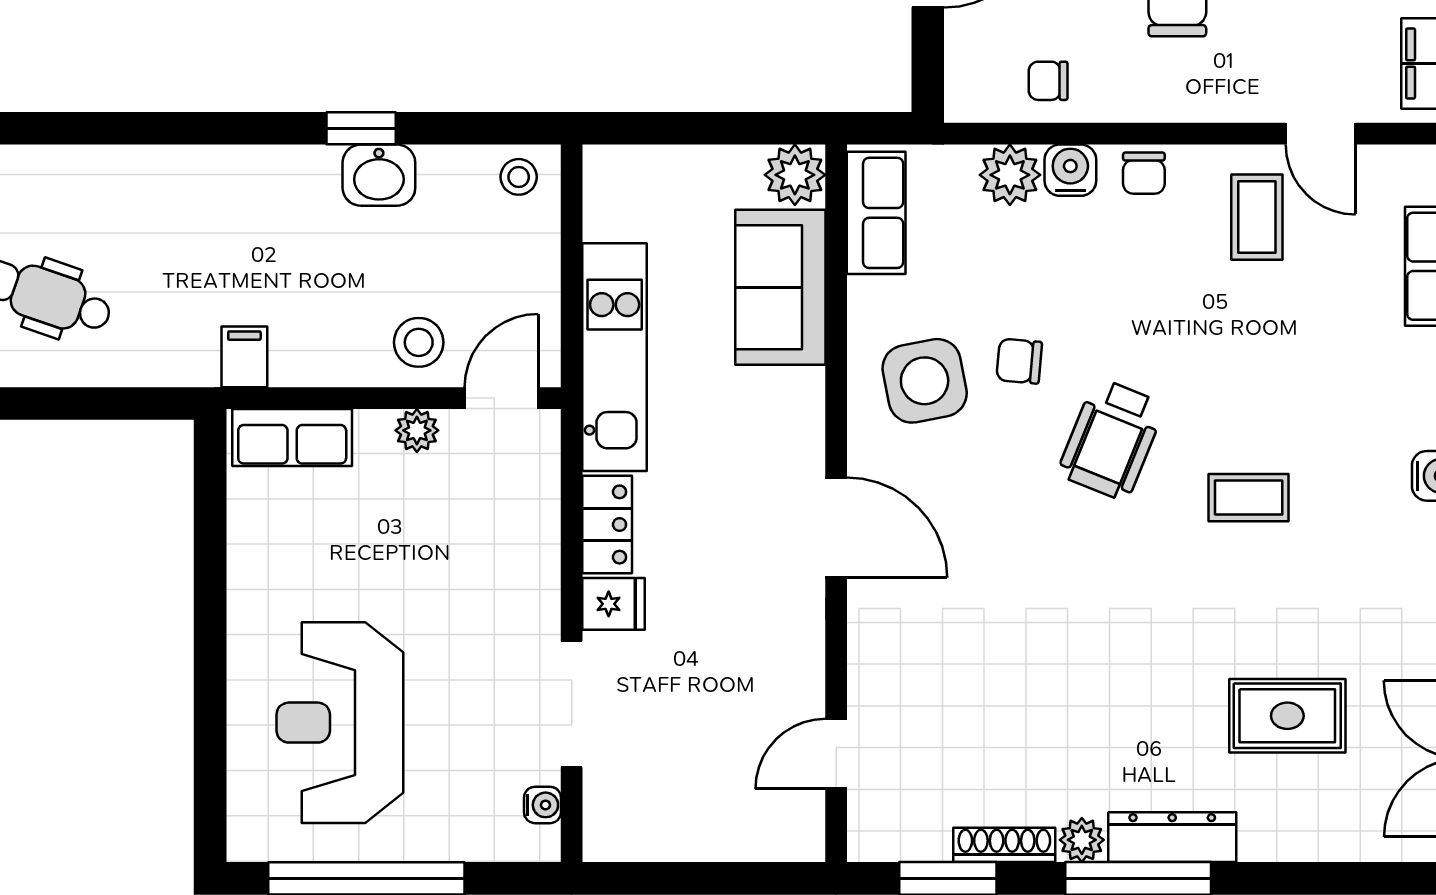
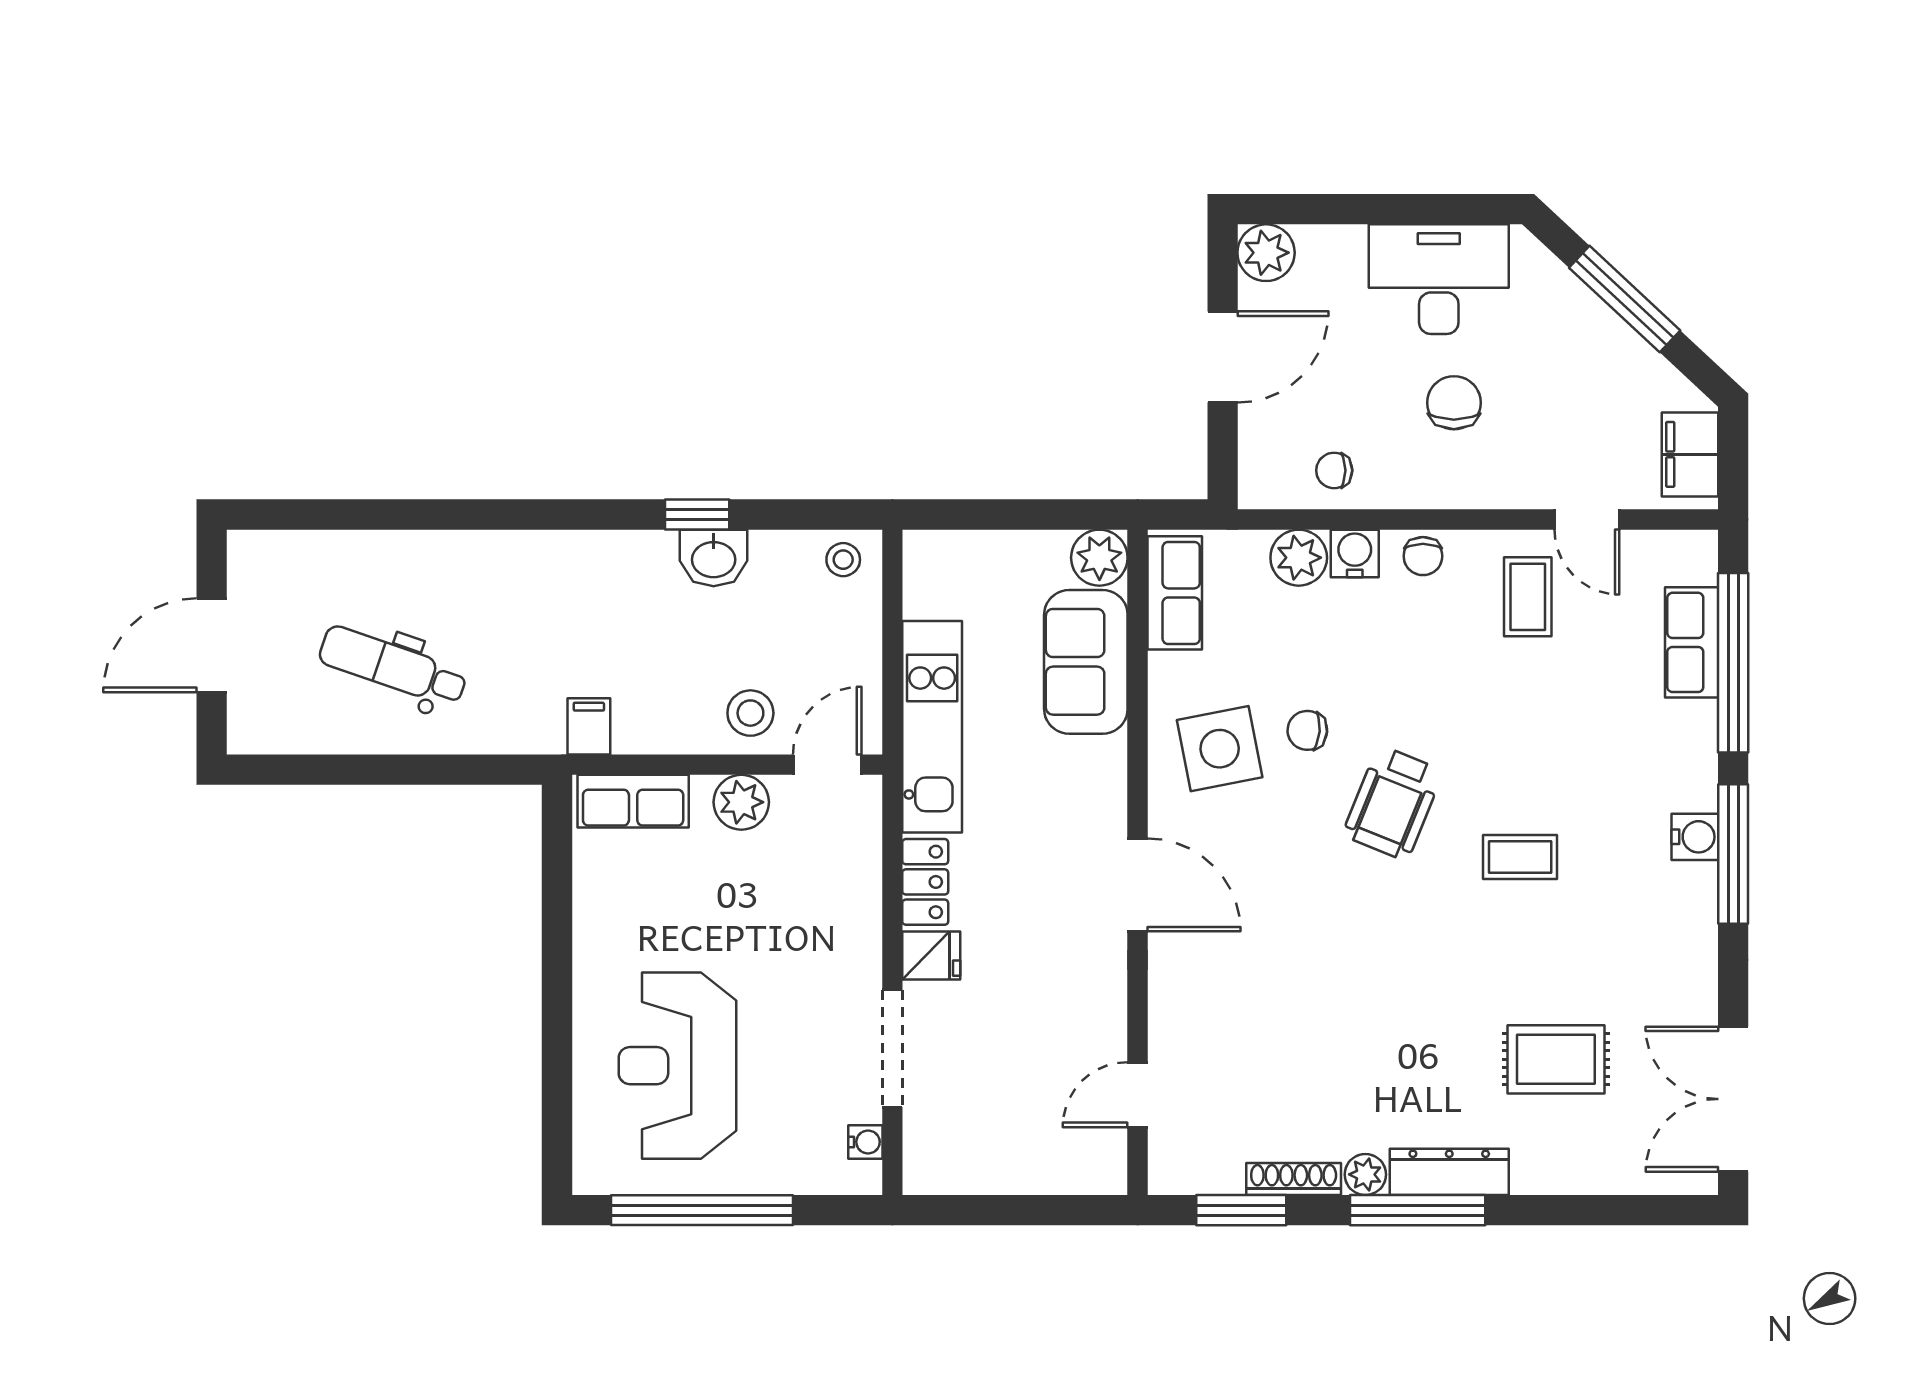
plant: (417, 430) -> (741, 802), width x1.38, depth x1.38

